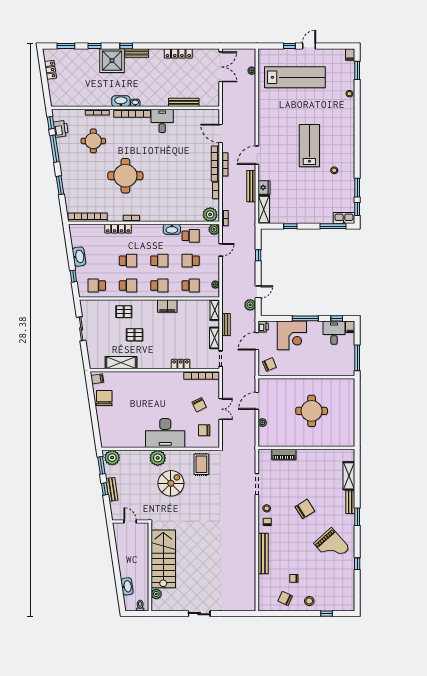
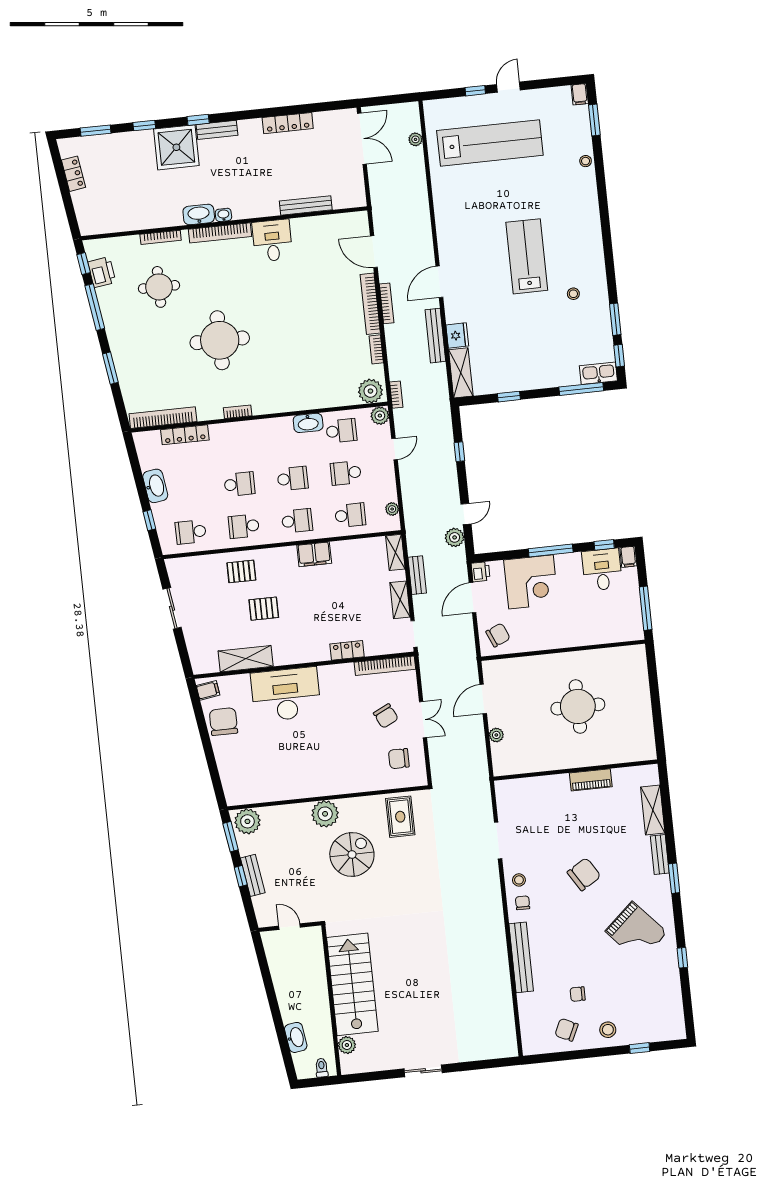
locker: (118, 229) -> (185, 435), moved
school desk: (128, 286) -> (244, 526), turned 180
desk: (165, 433) -> (286, 694), moved, turned 180
piano: (284, 454) -> (591, 780), moved

